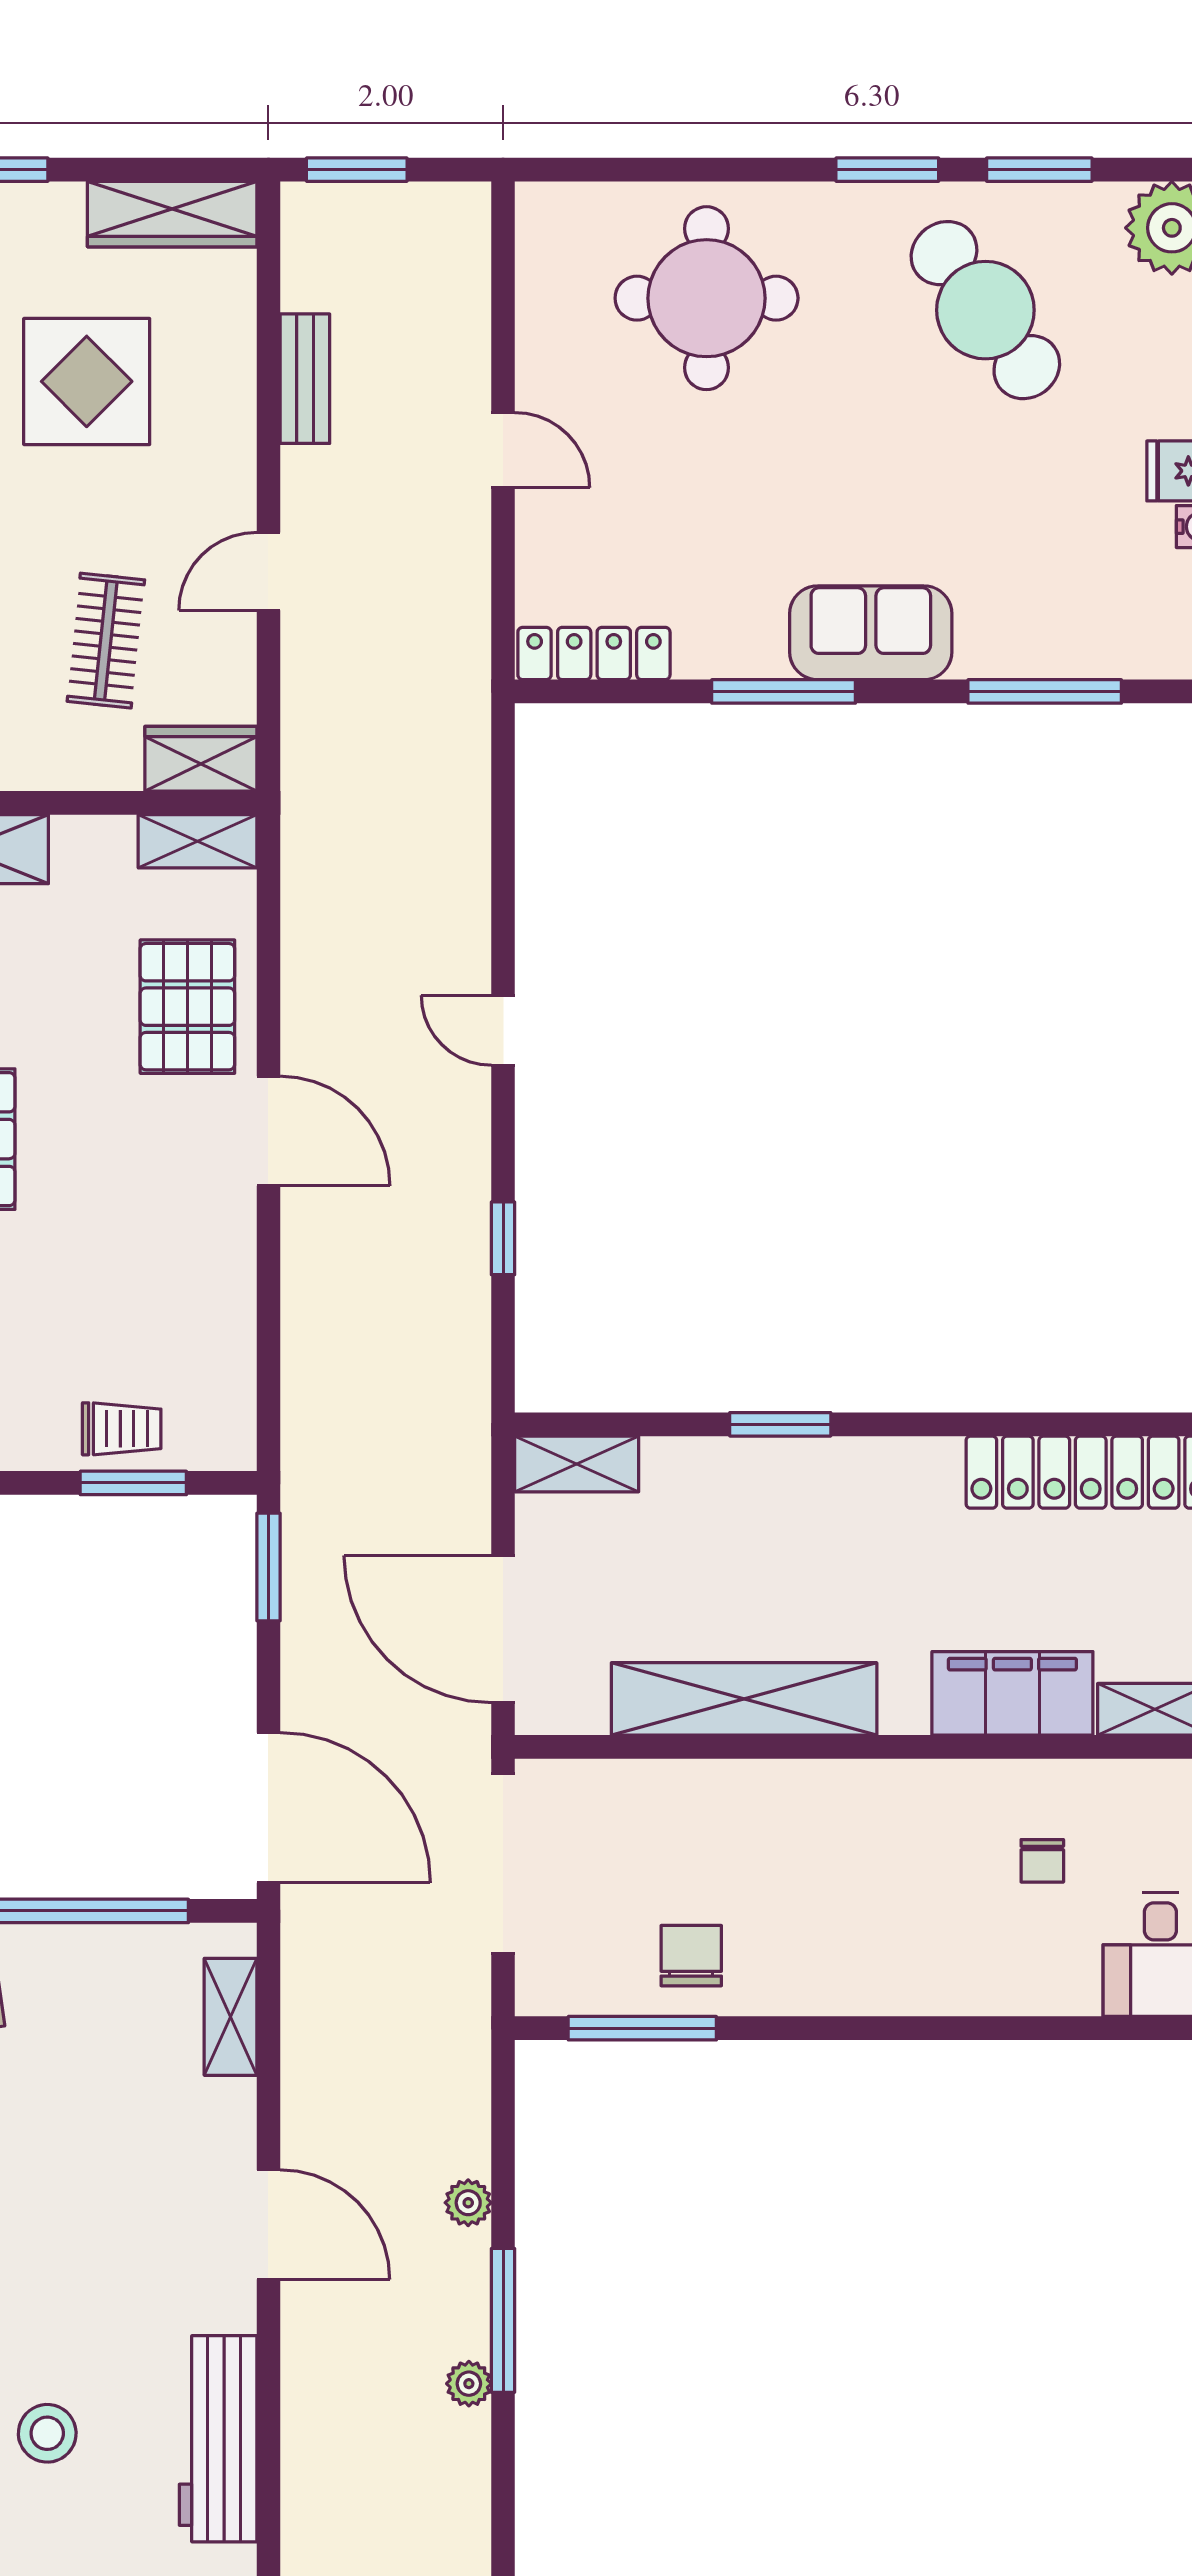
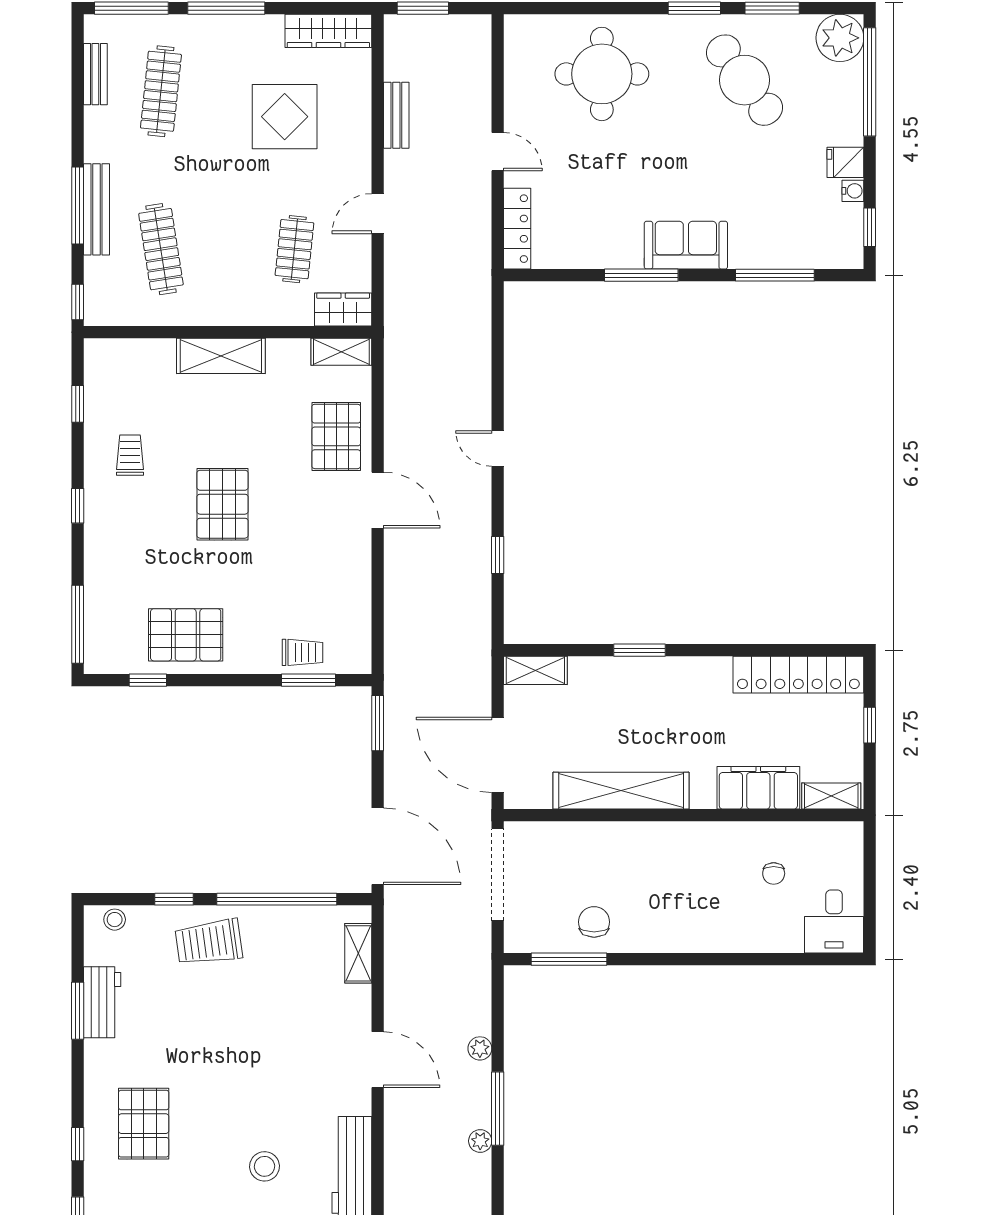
locker: (594, 653) -> (517, 229), moved, turned 90

